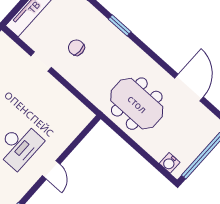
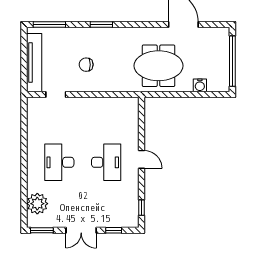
doorway: (41, 62) -> (56, 94), moved
water cooler: (170, 163) -> (200, 85), moved

